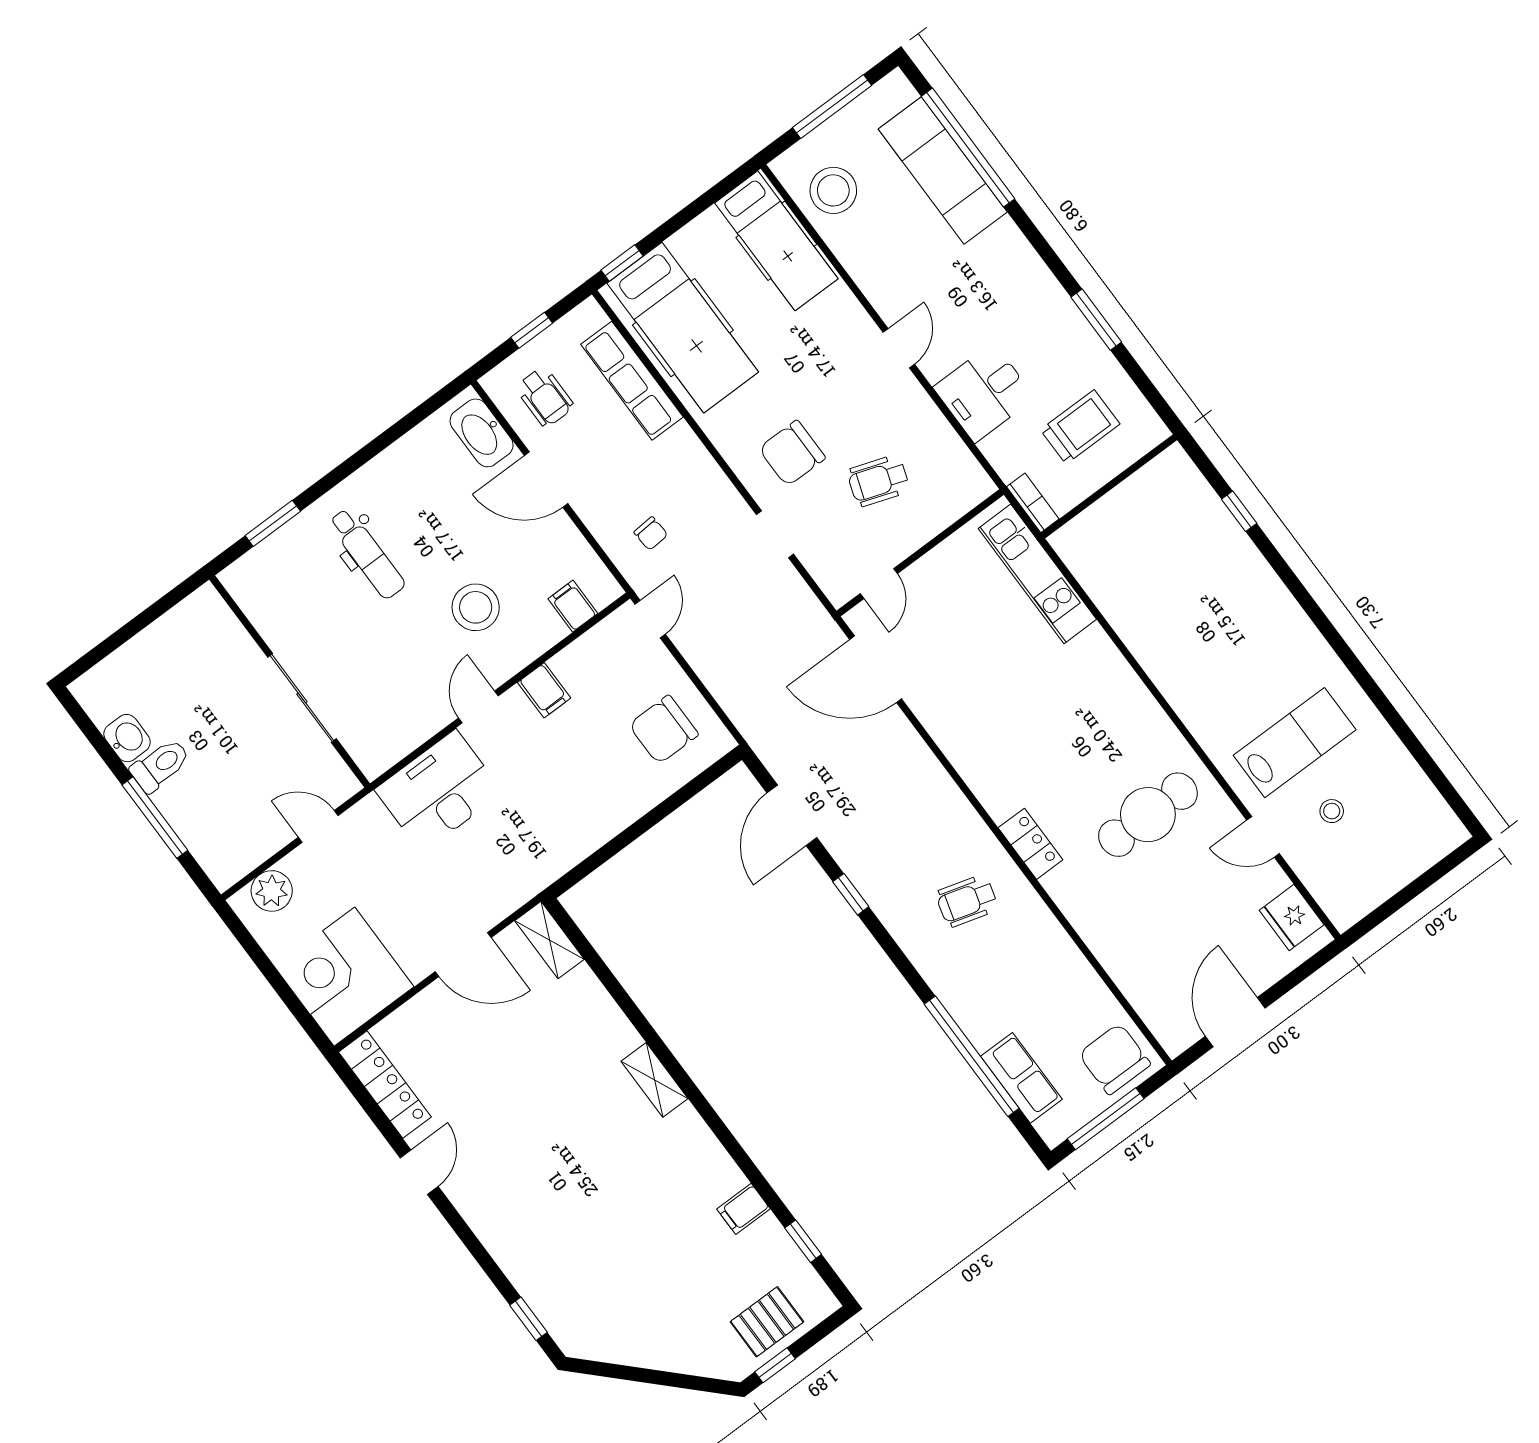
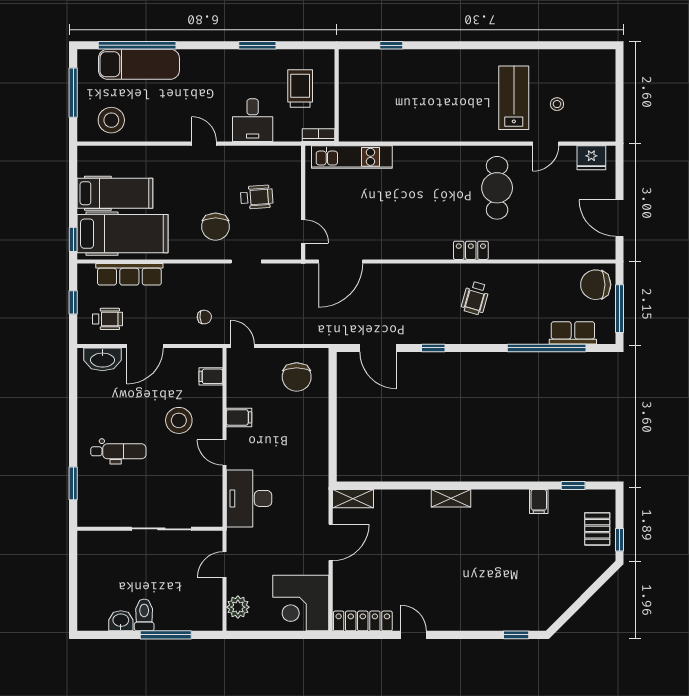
hospital bed: (776, 241) -> (115, 193), moved
wheelchair: (878, 481) -> (257, 197), turned -113

